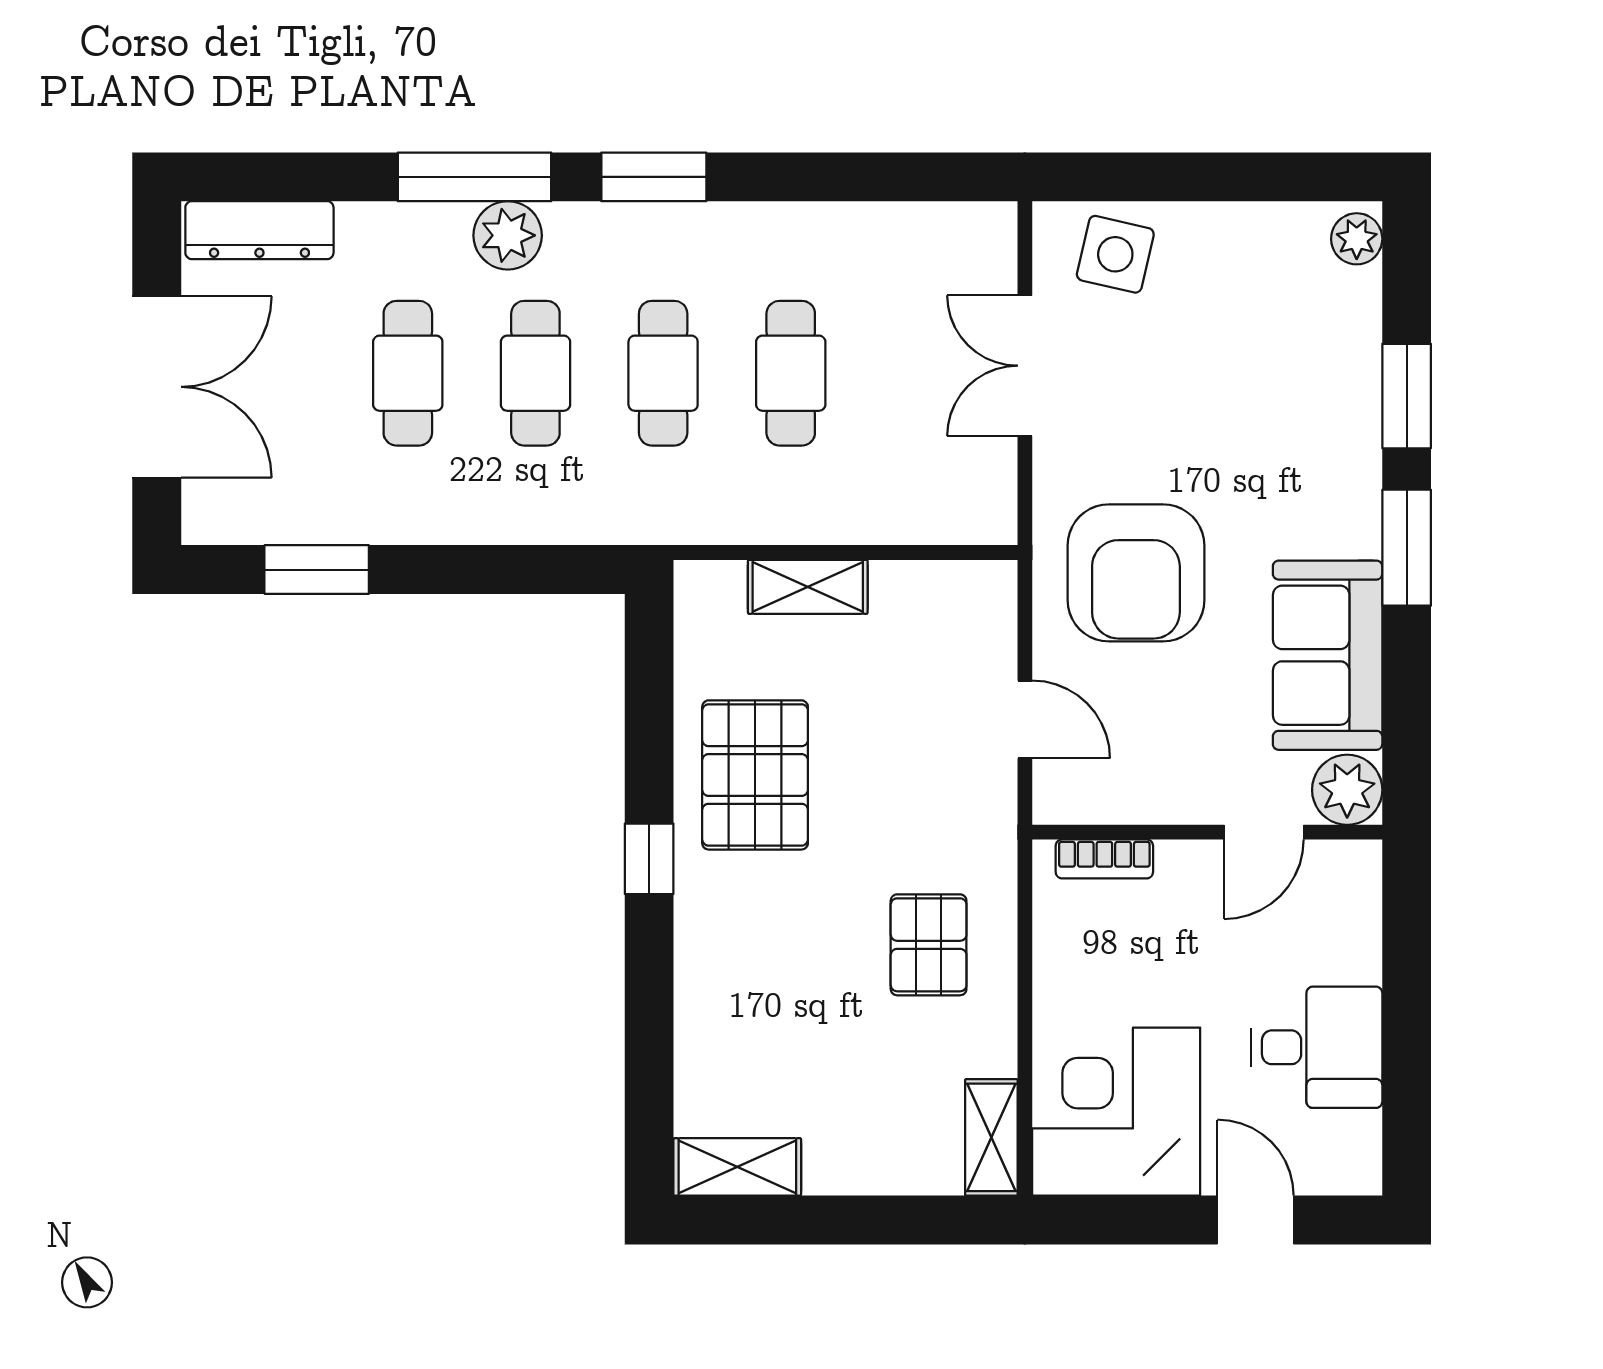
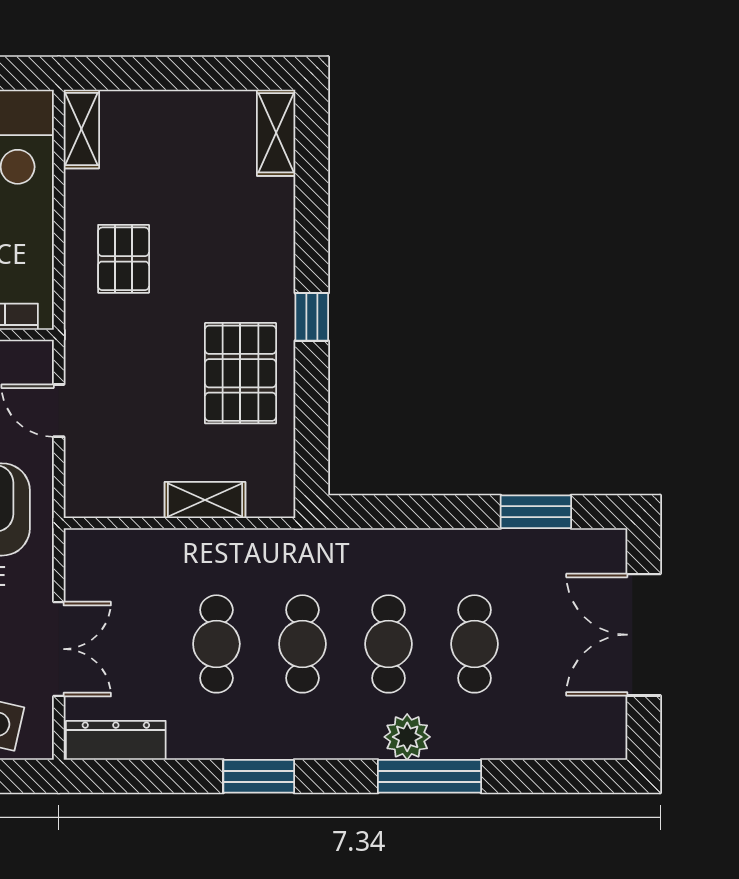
window: (654, 177) -> (259, 776), moved
dresser: (259, 230) -> (116, 740), moved
shelving: (737, 1167) -> (276, 133), moved, turned 90

